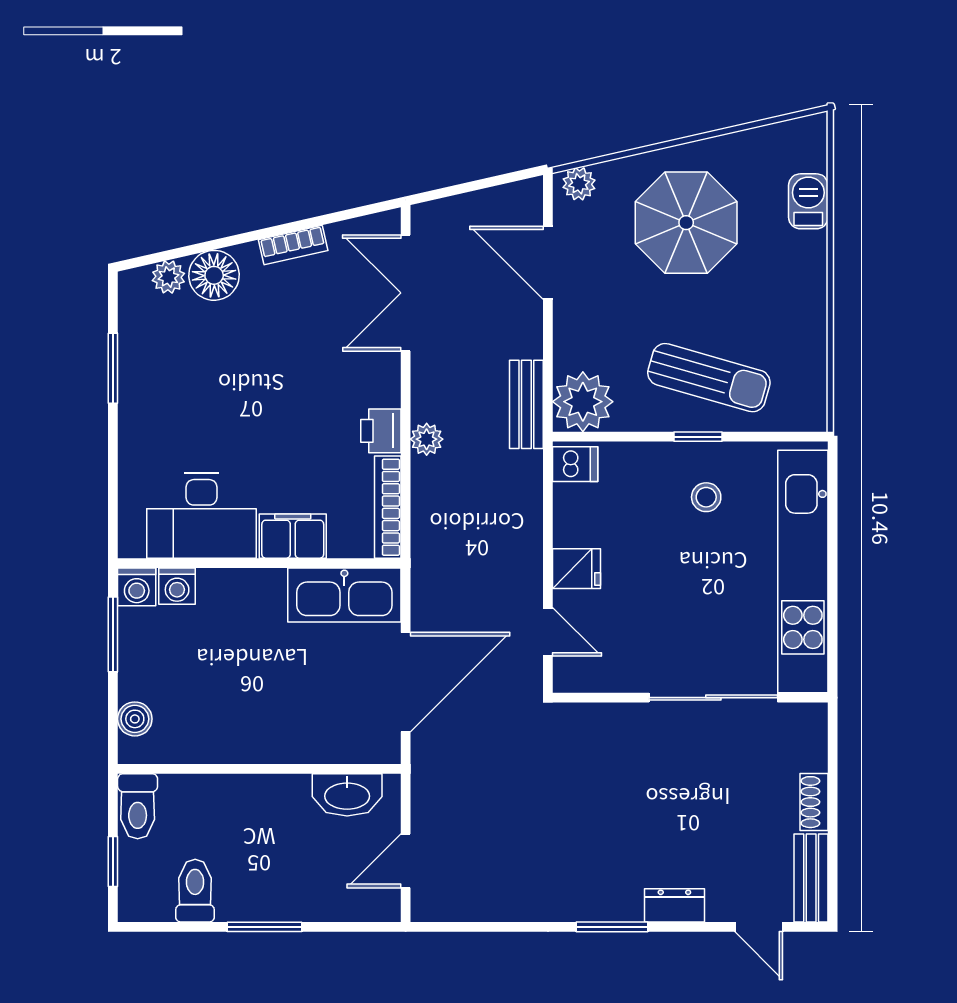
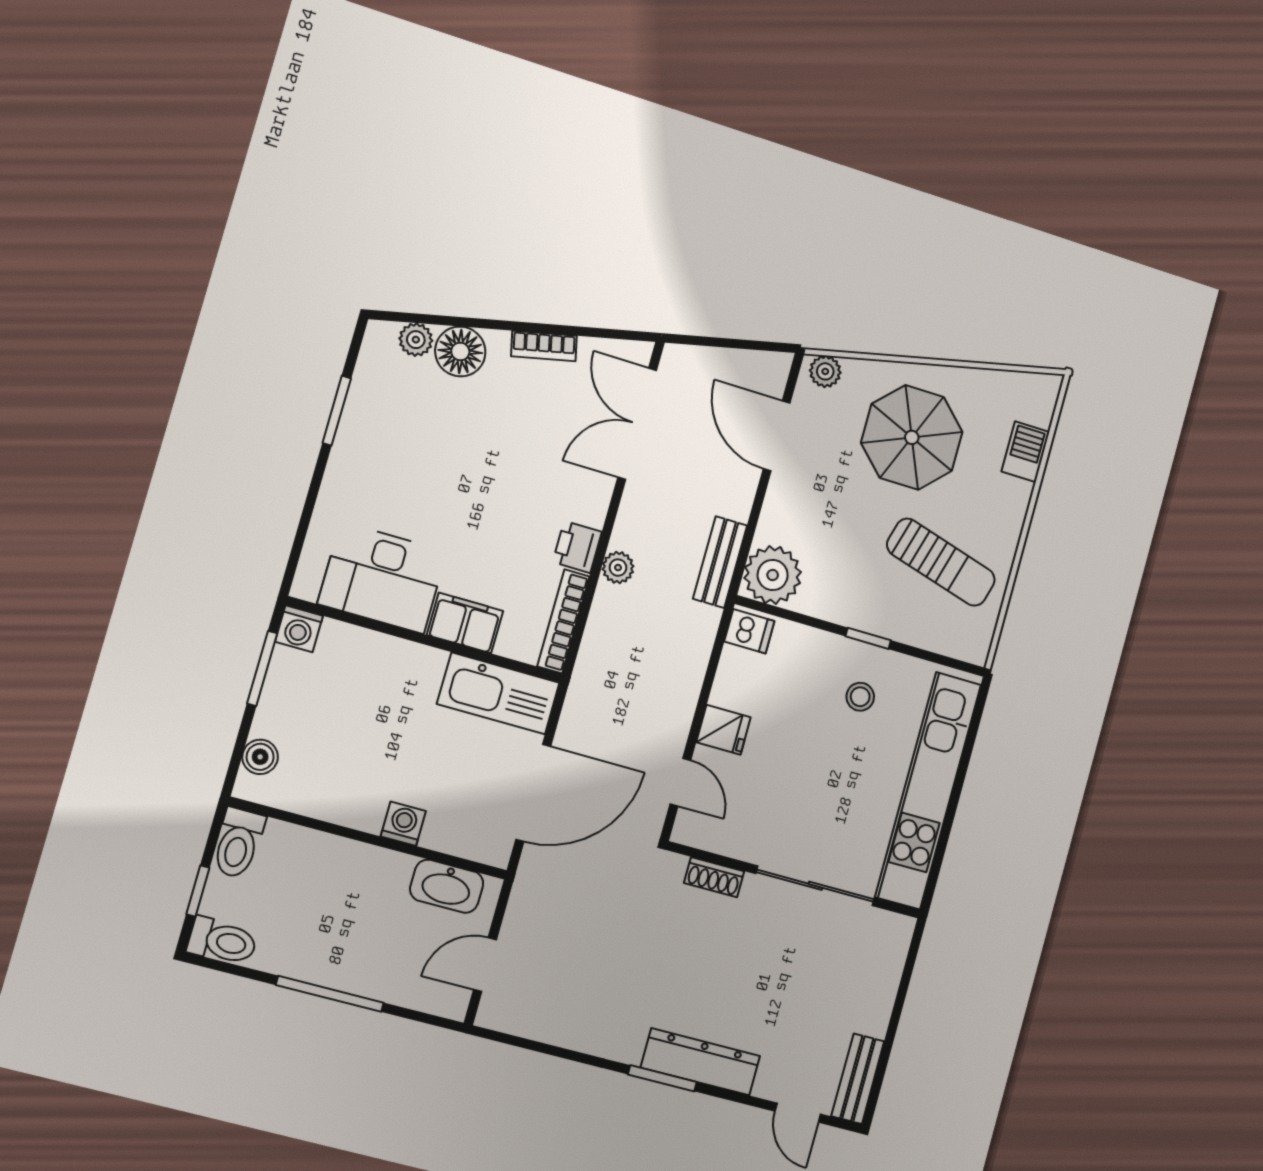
sun lounger: (709, 378) -> (941, 562), moved
washing machine: (177, 586) -> (403, 824), moved, turned 180
shoe rack: (814, 802) -> (714, 877), moved, turned -90
toilet: (195, 891) -> (222, 941), moved, turned 90
dresser: (674, 905) -> (700, 1062), width x1.96, depth x1.24
window: (265, 927) -> (330, 994), width x1.44

